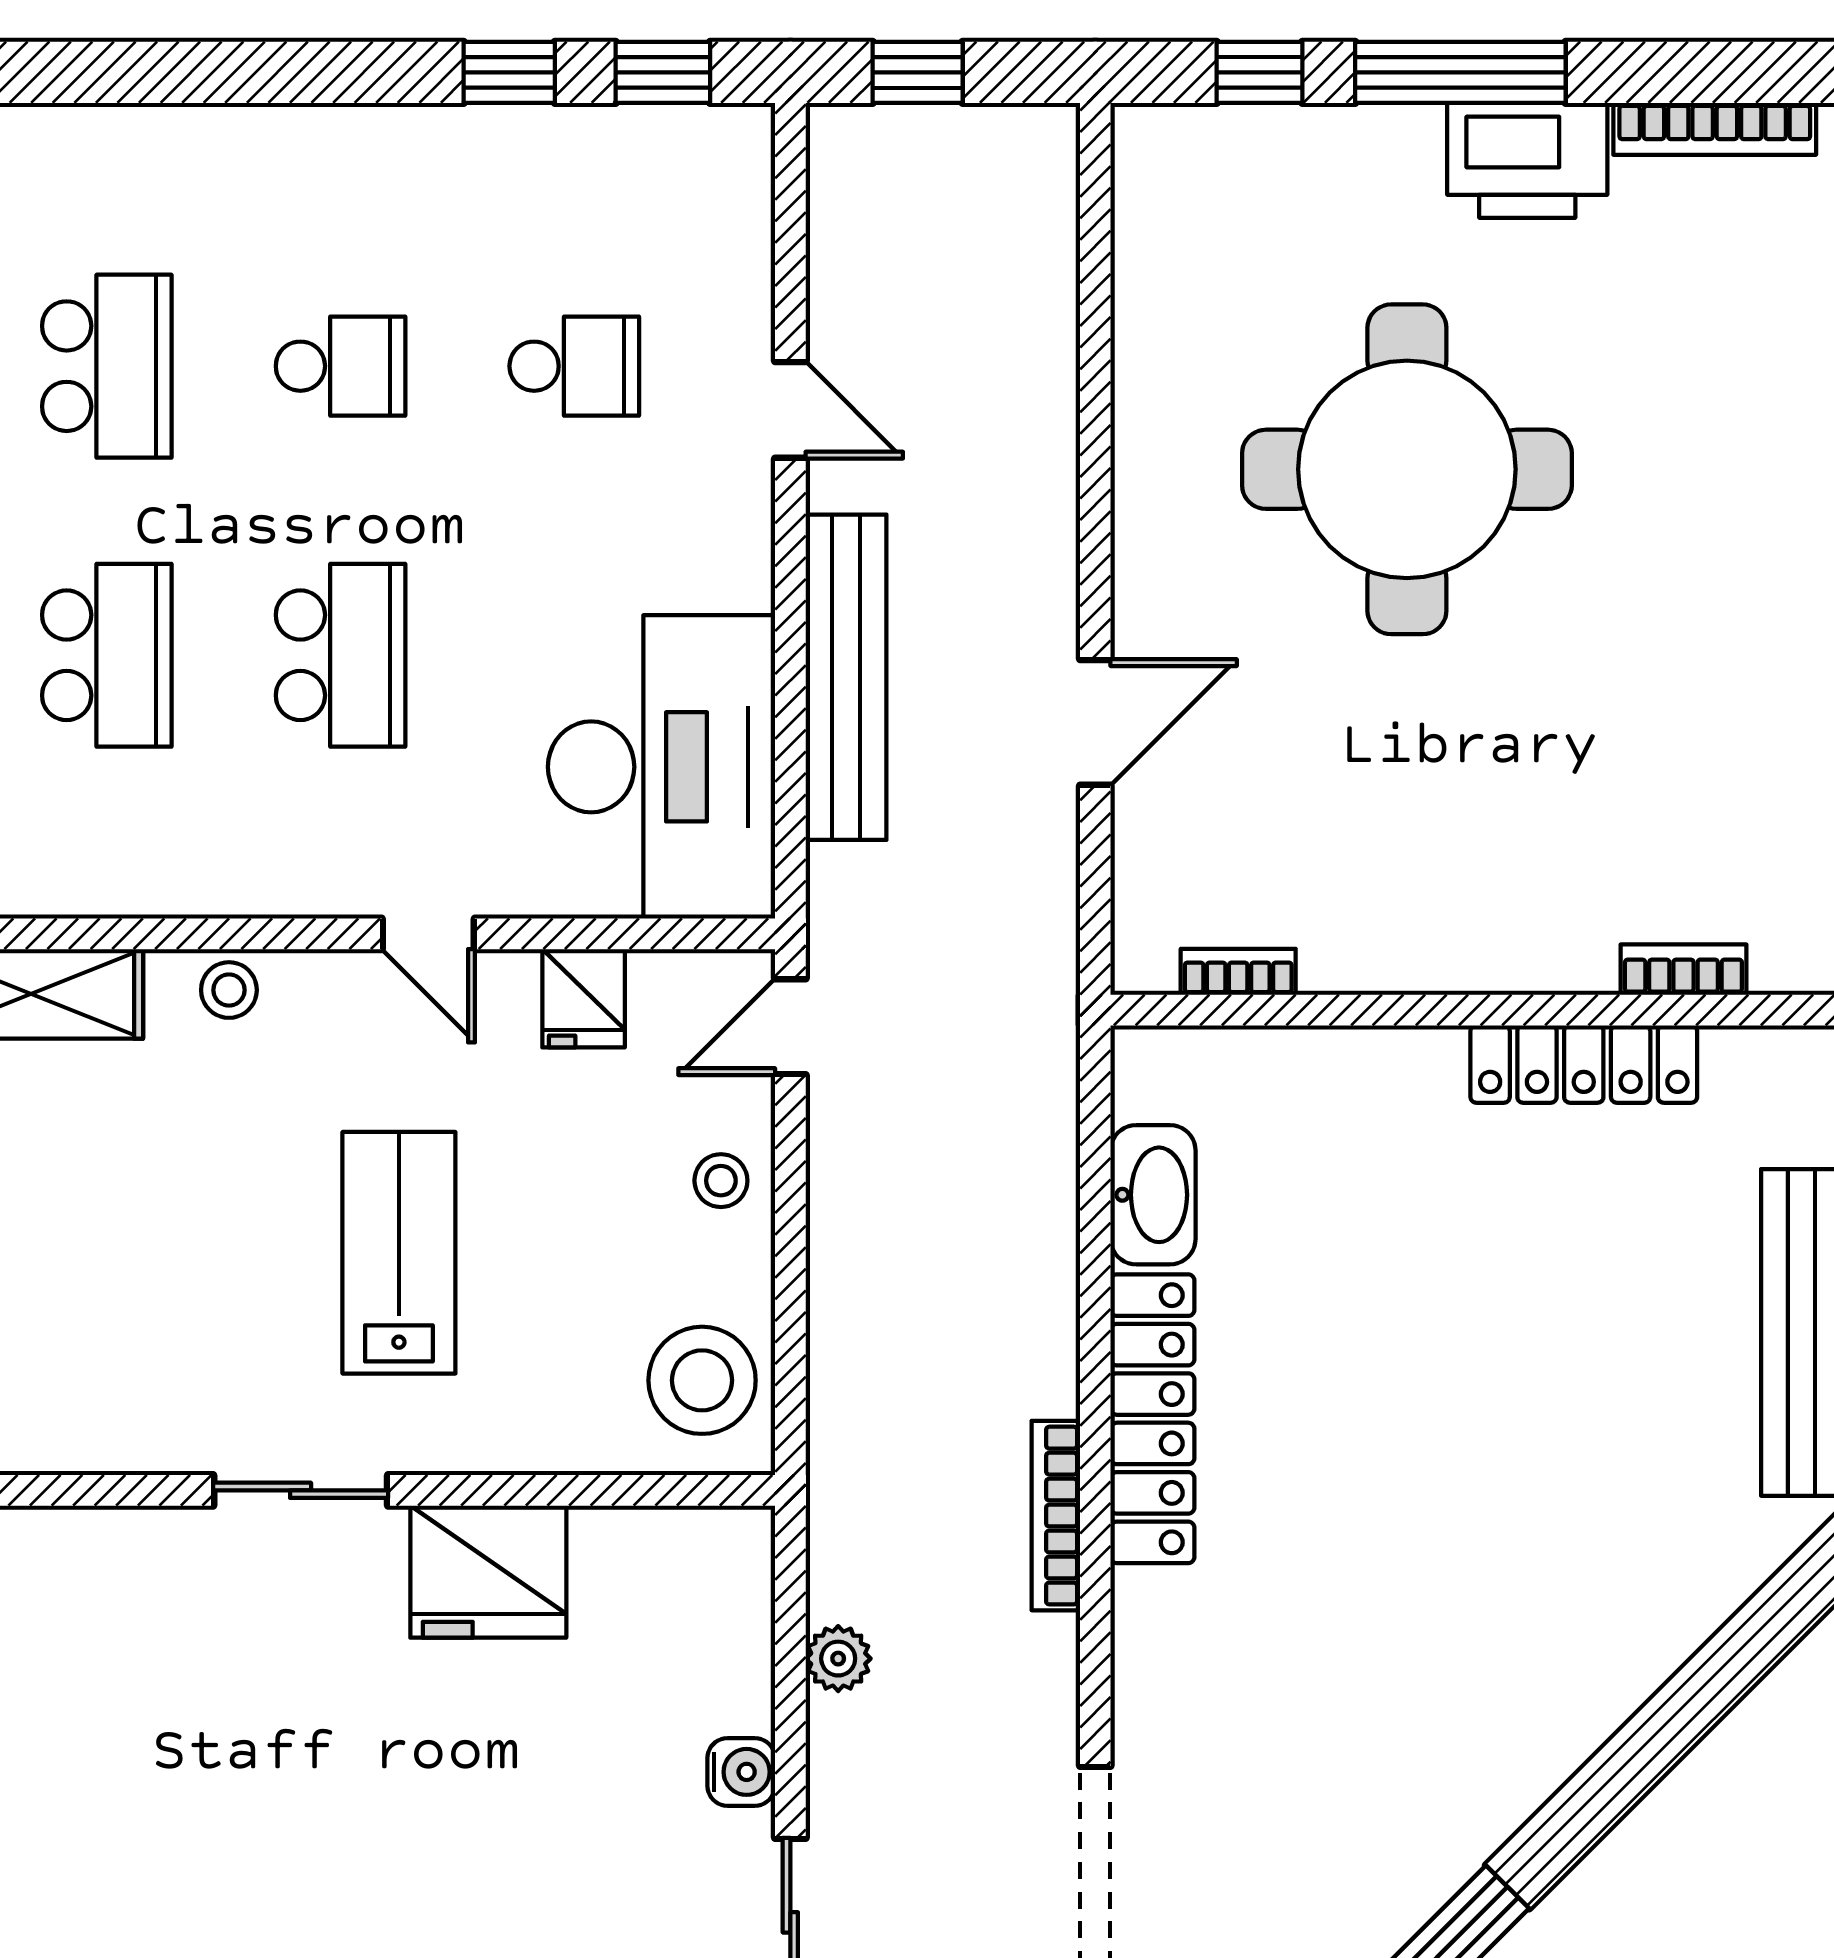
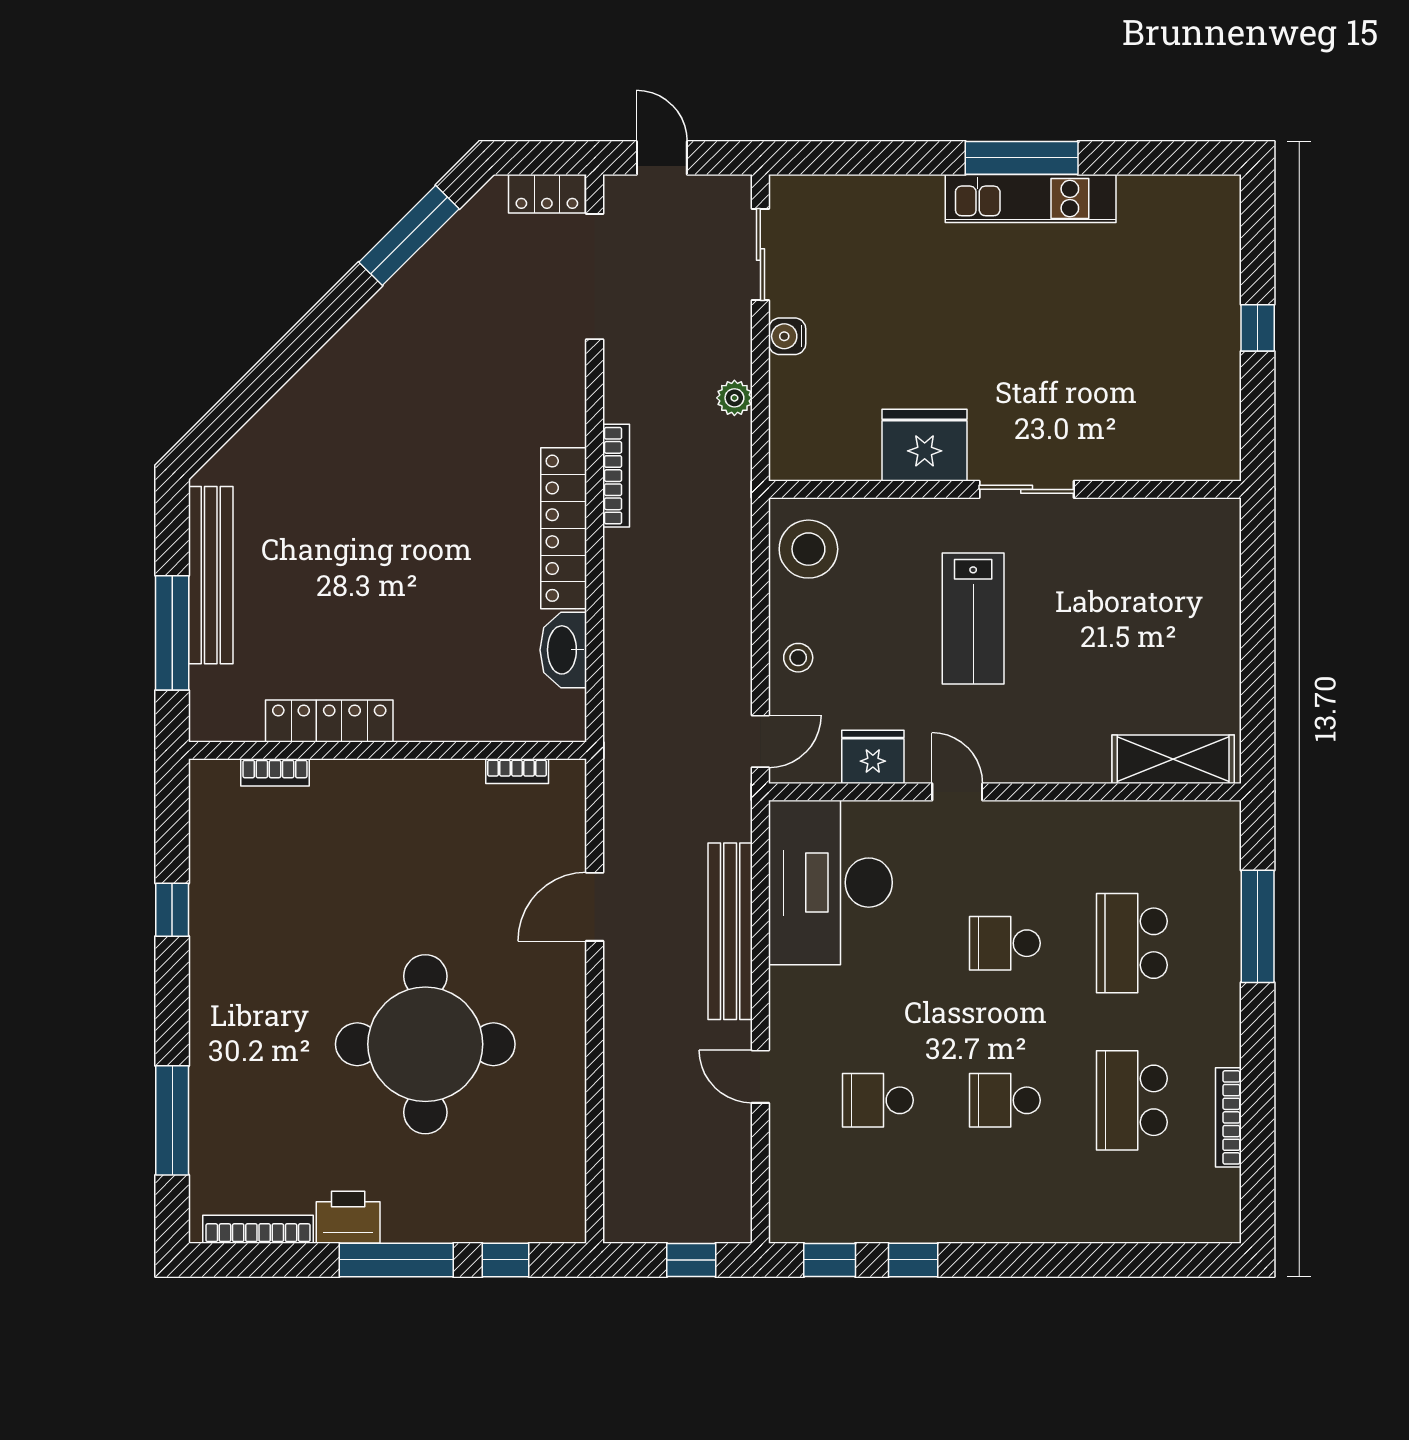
printer: (1527, 160) -> (348, 1217), width x0.73, depth x0.84
school desk: (341, 655) -> (1005, 943), width x0.54
stool: (229, 990) -> (1066, 761), removed
fridge: (584, 998) -> (873, 757), width x1.38

